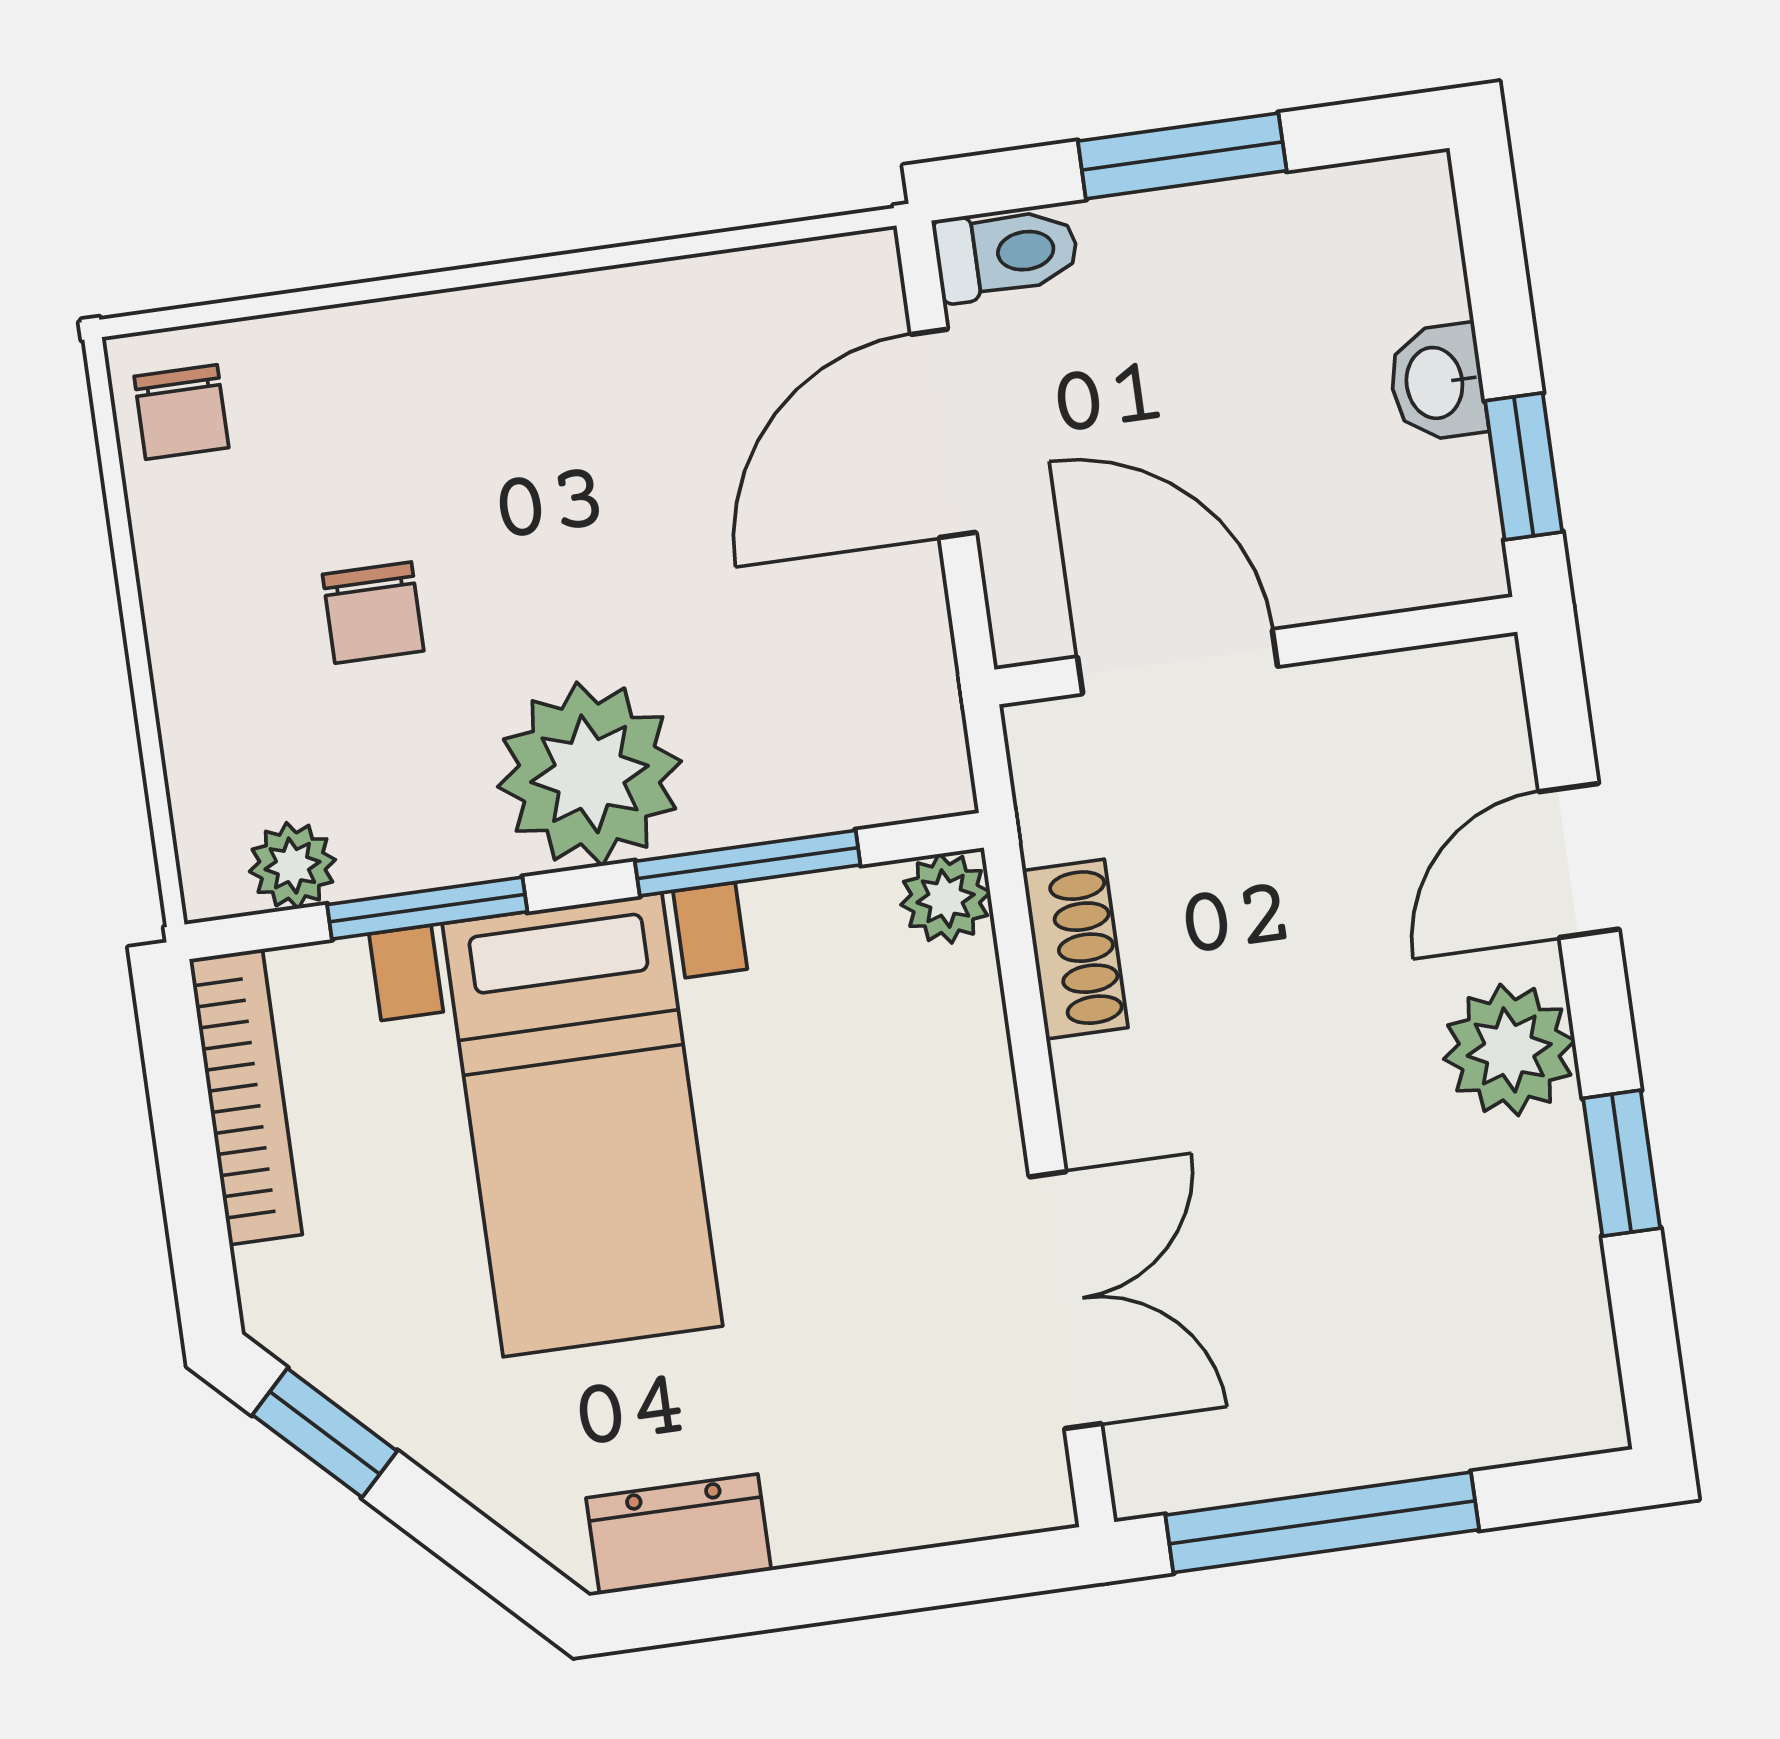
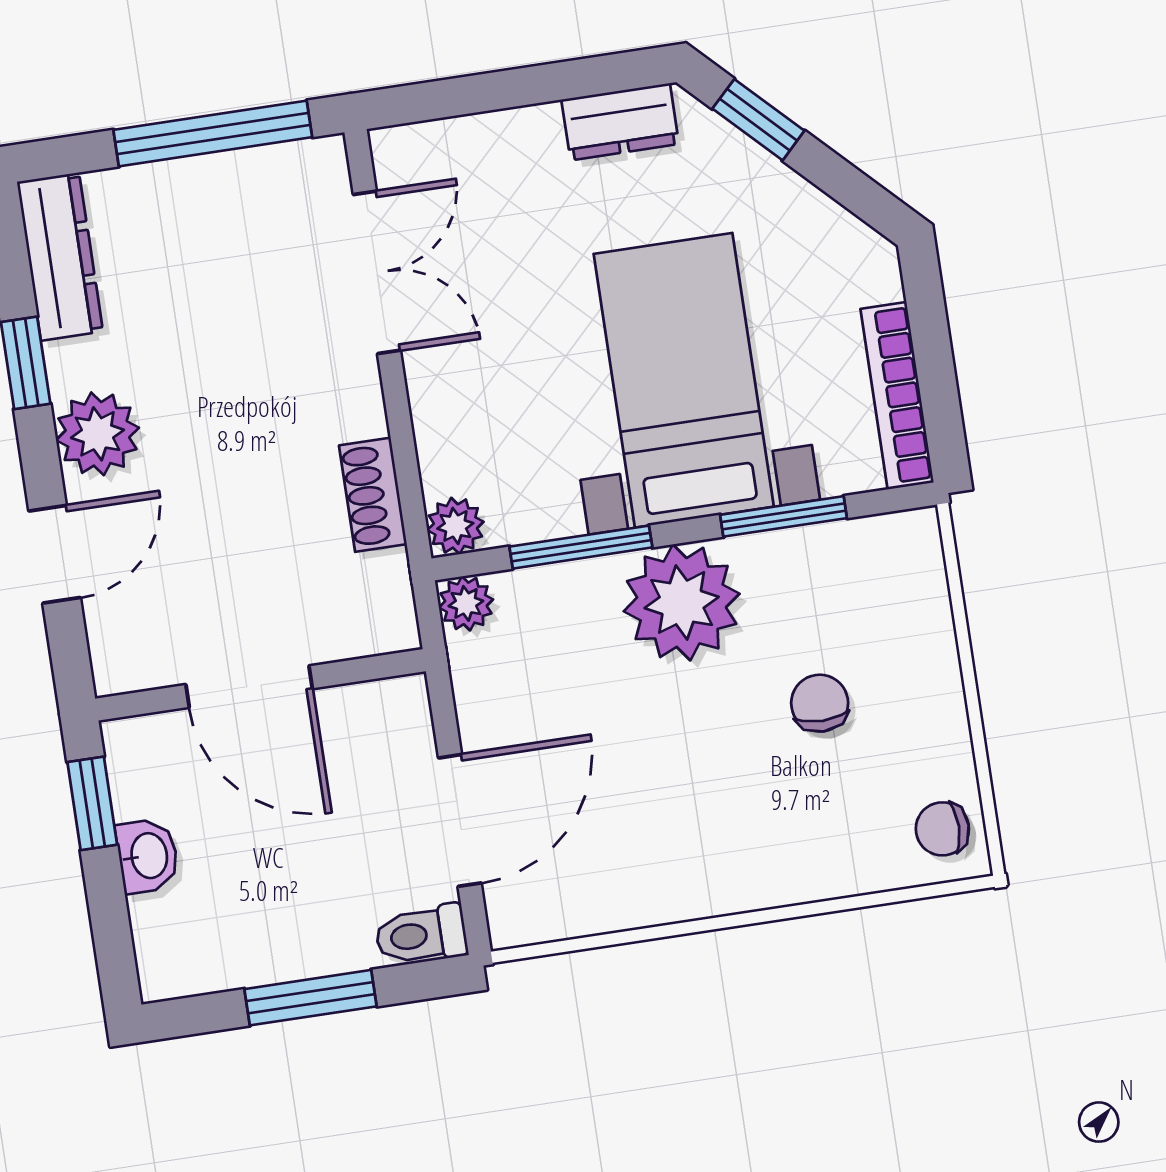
chair: (181, 412) -> (942, 829), turned -90
door: (1177, 662) -> (249, 687), moved
plant: (292, 866) -> (466, 603), moved
double door: (1065, 1300) -> (377, 272), swing flipped
dresser: (1566, 1331) -> (60, 257), added
window: (325, 1433) -> (758, 120), moved

